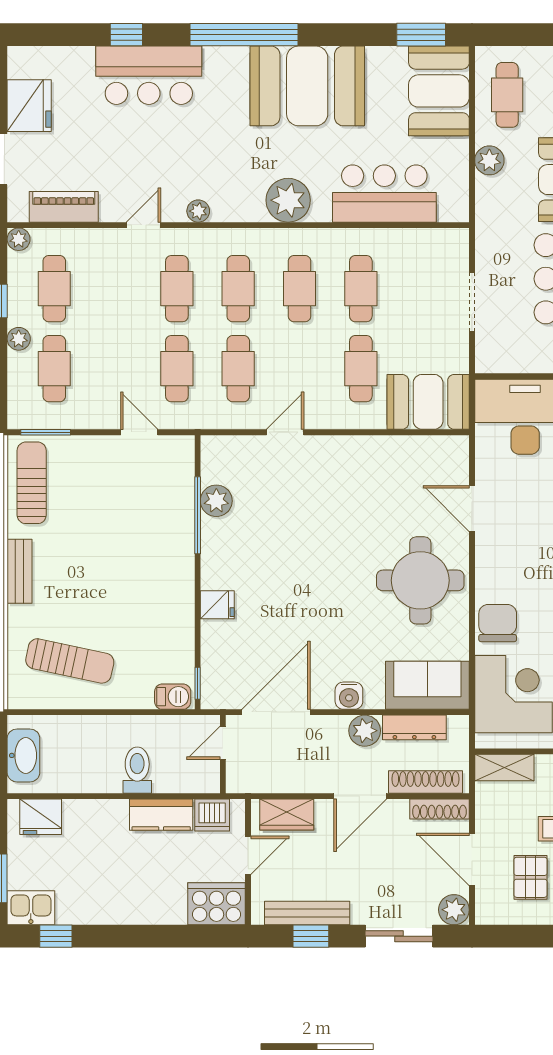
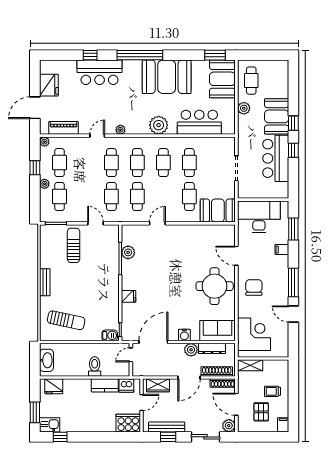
sun lounger: (32, 483) -> (74, 245), moved
chair: (498, 623) -> (254, 287), moved

